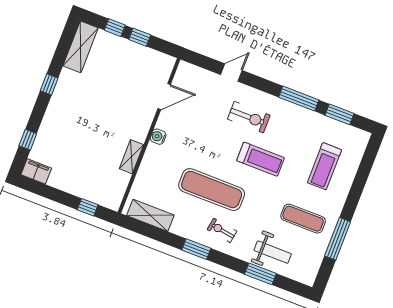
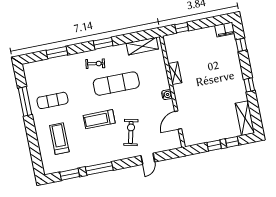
exercise bike: (249, 117) -> (131, 132), moved, turned 103
weight bench: (273, 252) -> (58, 70), removed

